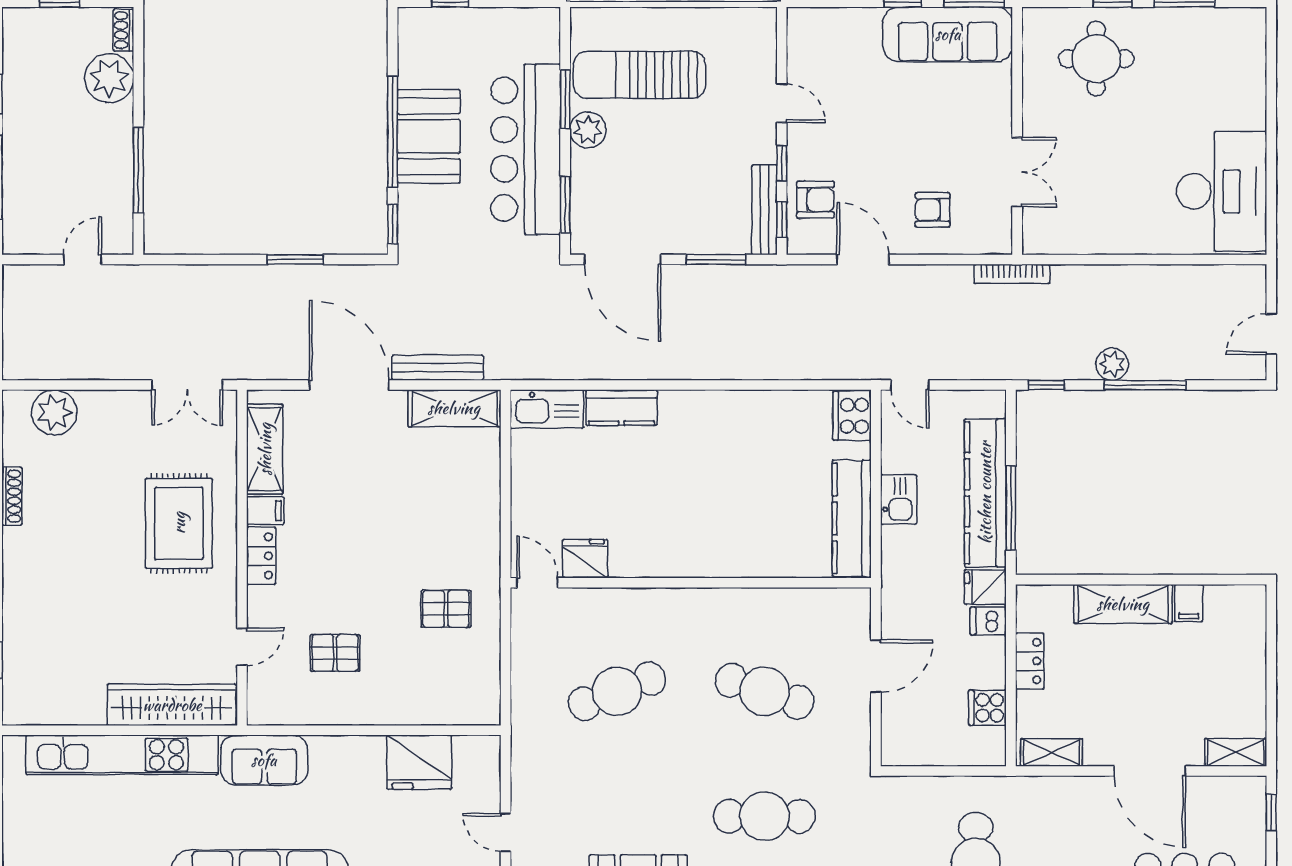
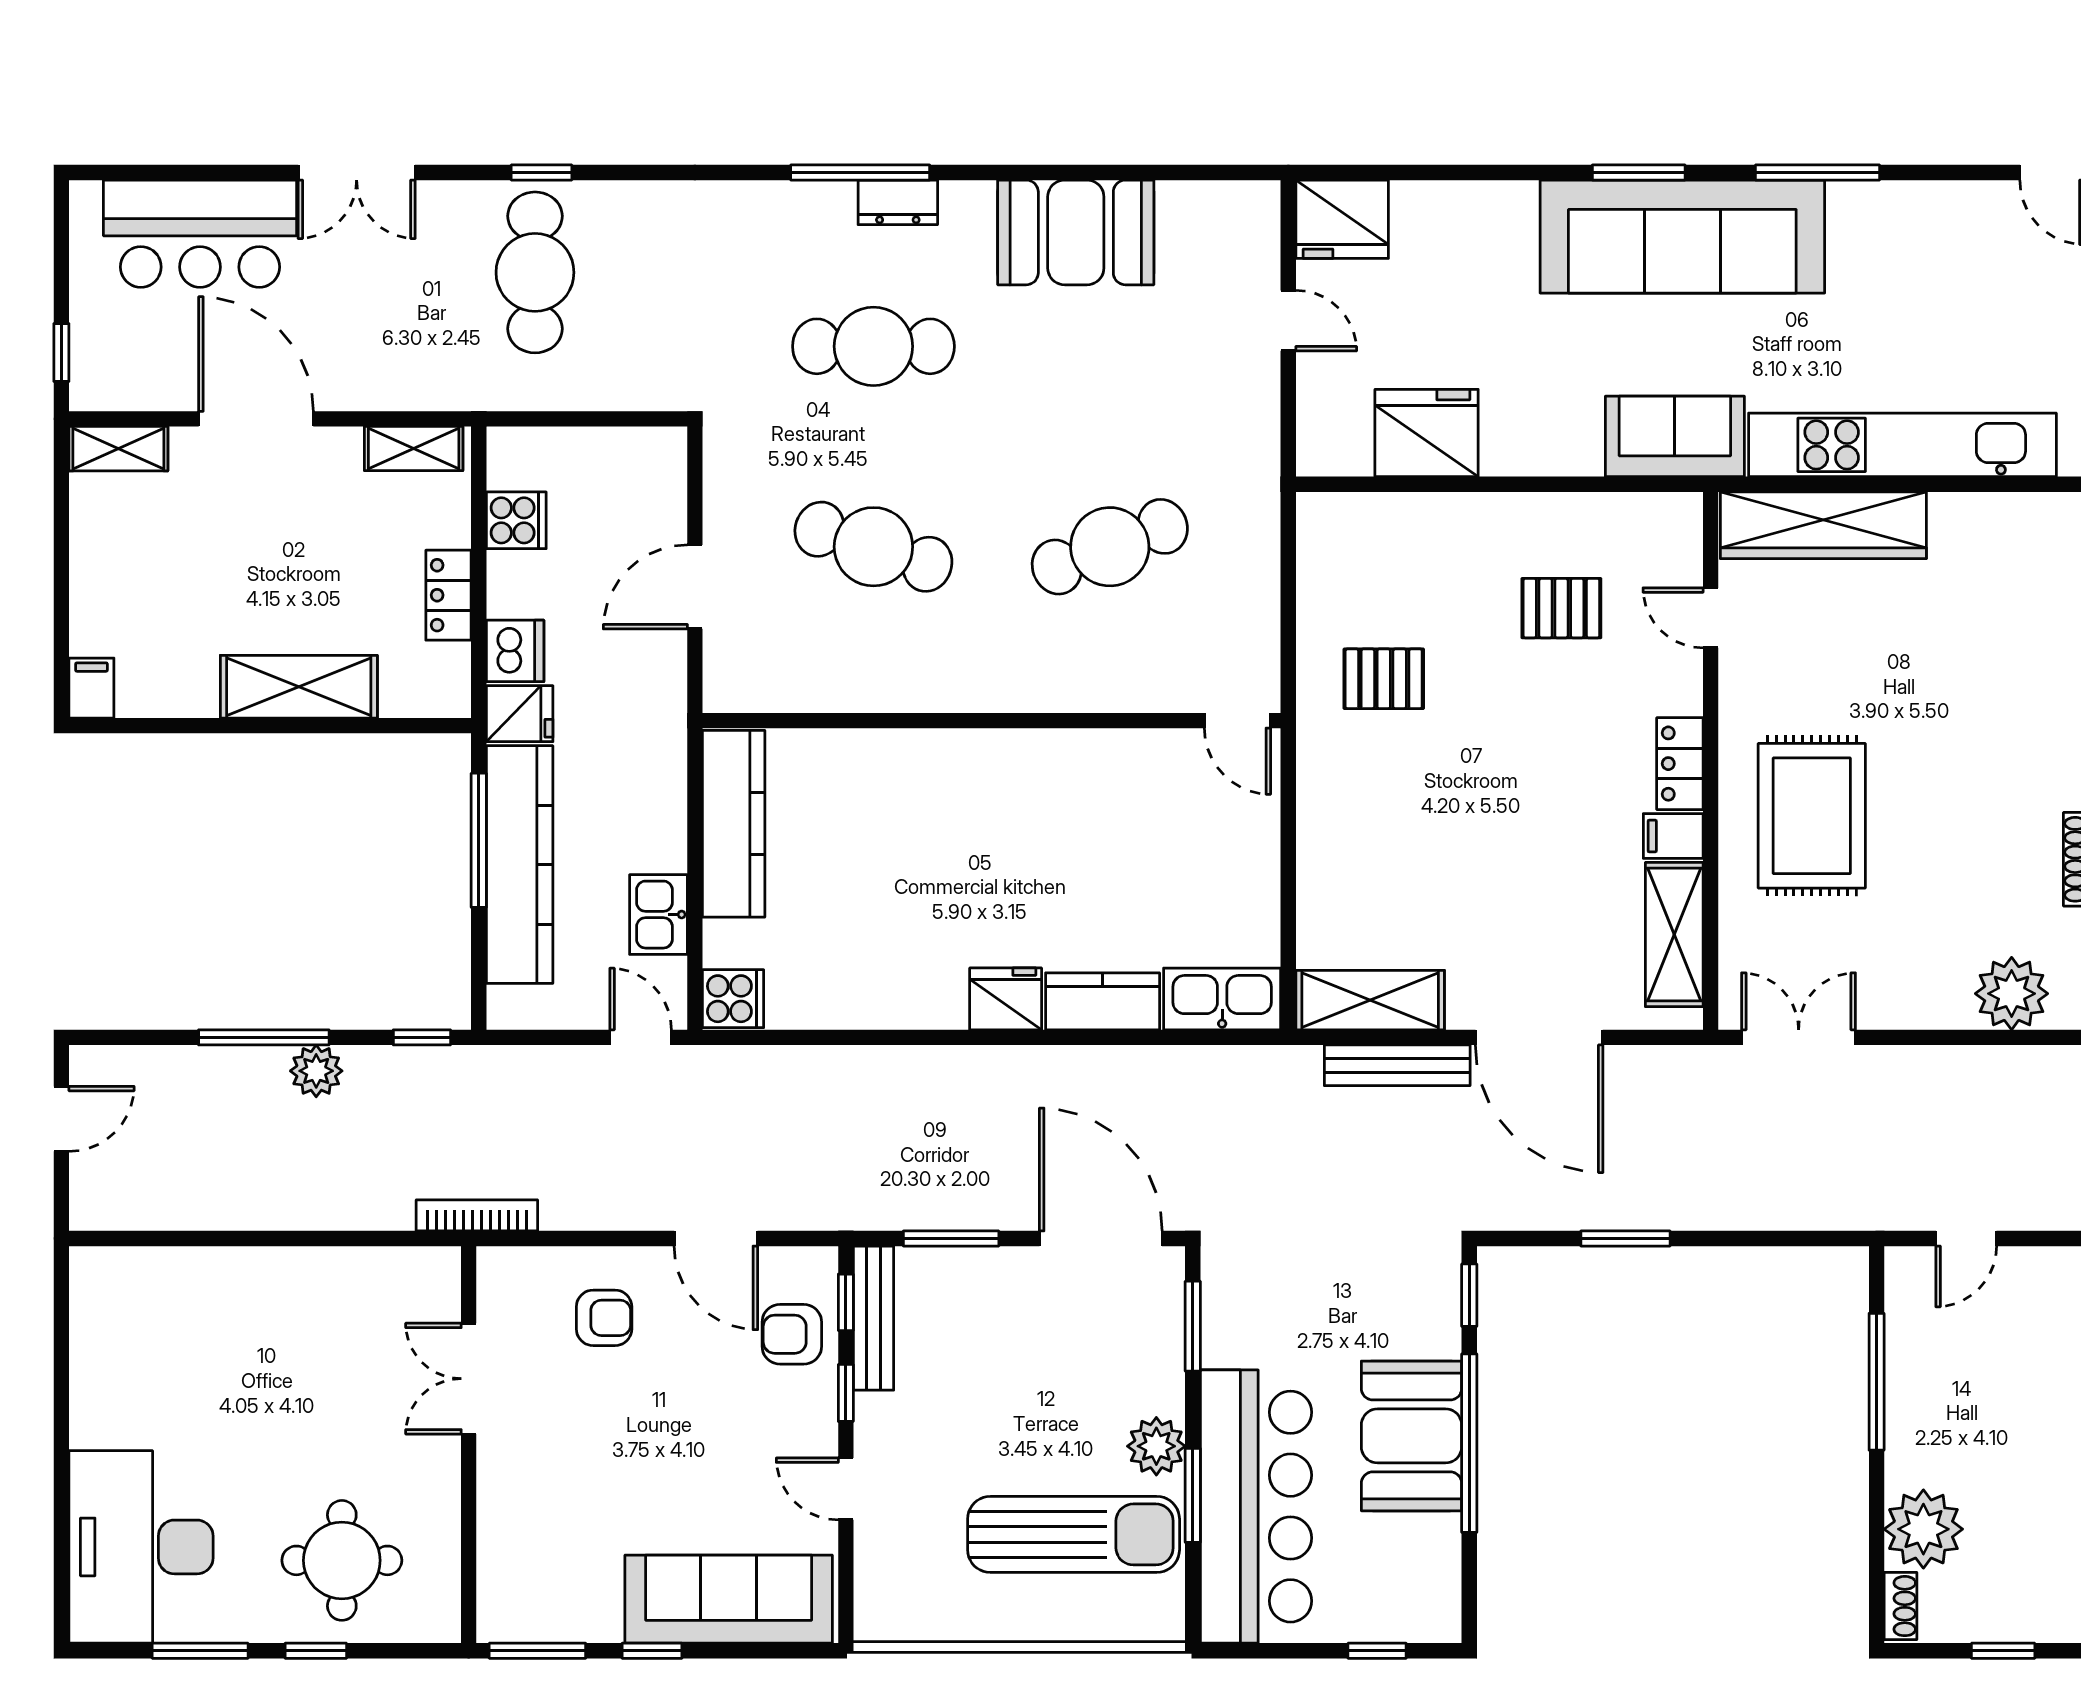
sofa: (948, 34) -> (729, 1599), moved
bar counter: (526, 149) -> (1256, 1507), moved
desk: (1222, 191) -> (141, 1547), moved
cooker: (852, 416) -> (733, 999), width x0.73
kitchen sink: (899, 499) -> (658, 915), moved
fridge: (585, 559) -> (1006, 999), moved, turned 180
filing cabinet: (1189, 603) -> (91, 688), moved
dishwasher: (988, 621) -> (515, 651), width x1.38
door: (242, 647) -> (1711, 618), hinge flipped

